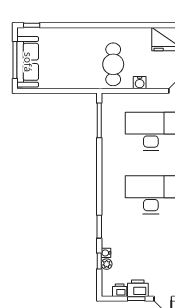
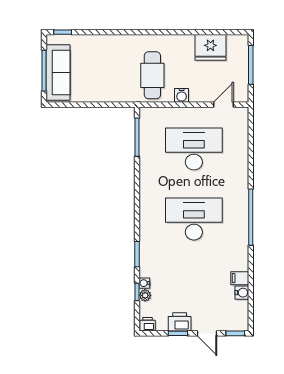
printer: (120, 290) -> (147, 324), moved

